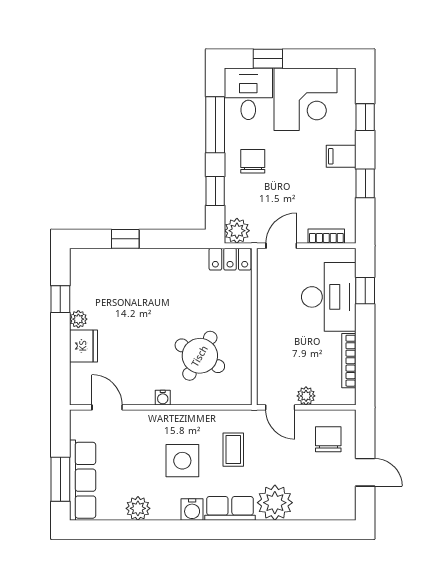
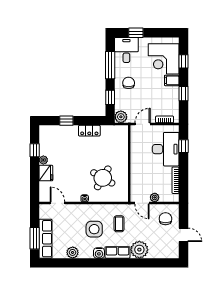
corner desk: (305, 99) -> (164, 59), moved, turned 90
locker: (230, 259) -> (89, 131), moved

